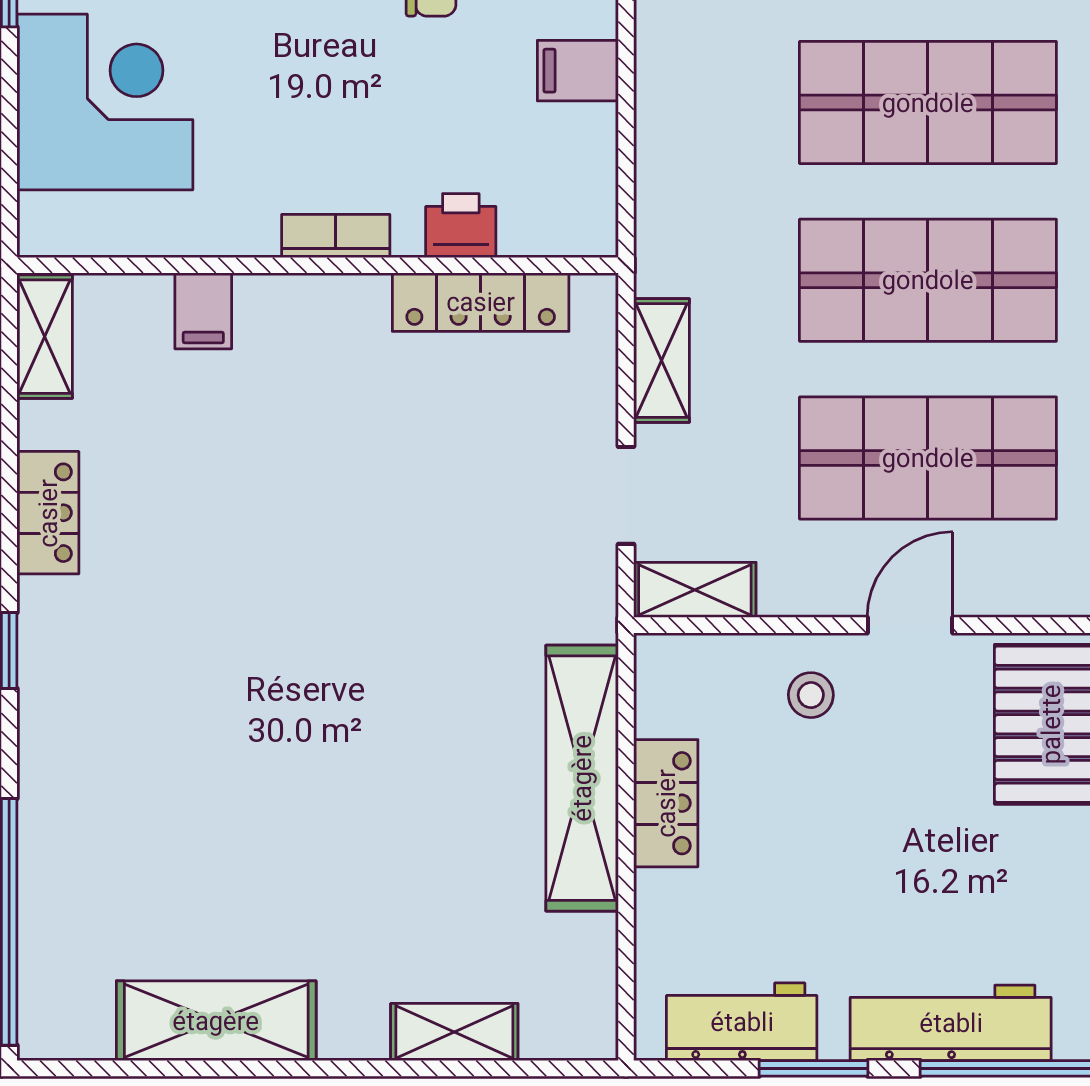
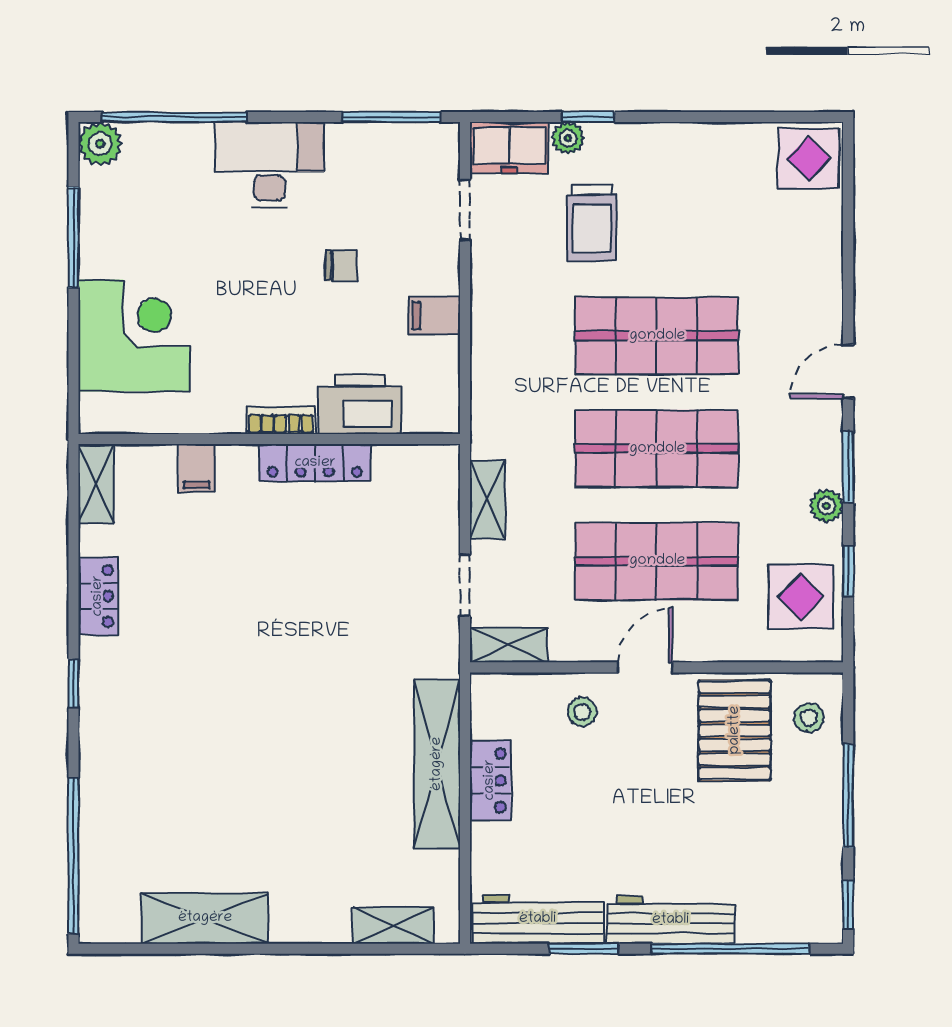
printer: (461, 226) -> (360, 404), width x1.87, depth x1.48
locker: (481, 302) -> (315, 463), moved
workbench: (742, 1022) -> (538, 919), width x1.37
shelving: (454, 1032) -> (393, 926), moved

